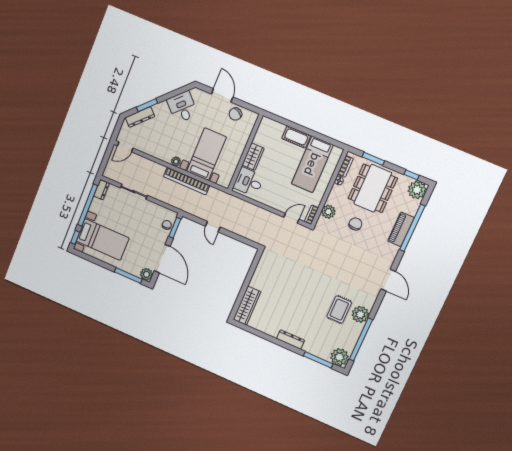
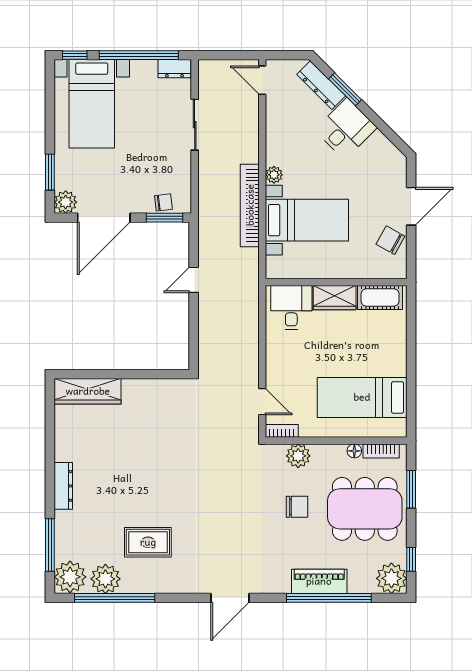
desk: (182, 107) -> (346, 129), moved
cot: (296, 137) -> (380, 298), moved, turned 90
window: (128, 276) -> (50, 172), width x0.69
plant: (360, 314) -> (105, 579), moved

